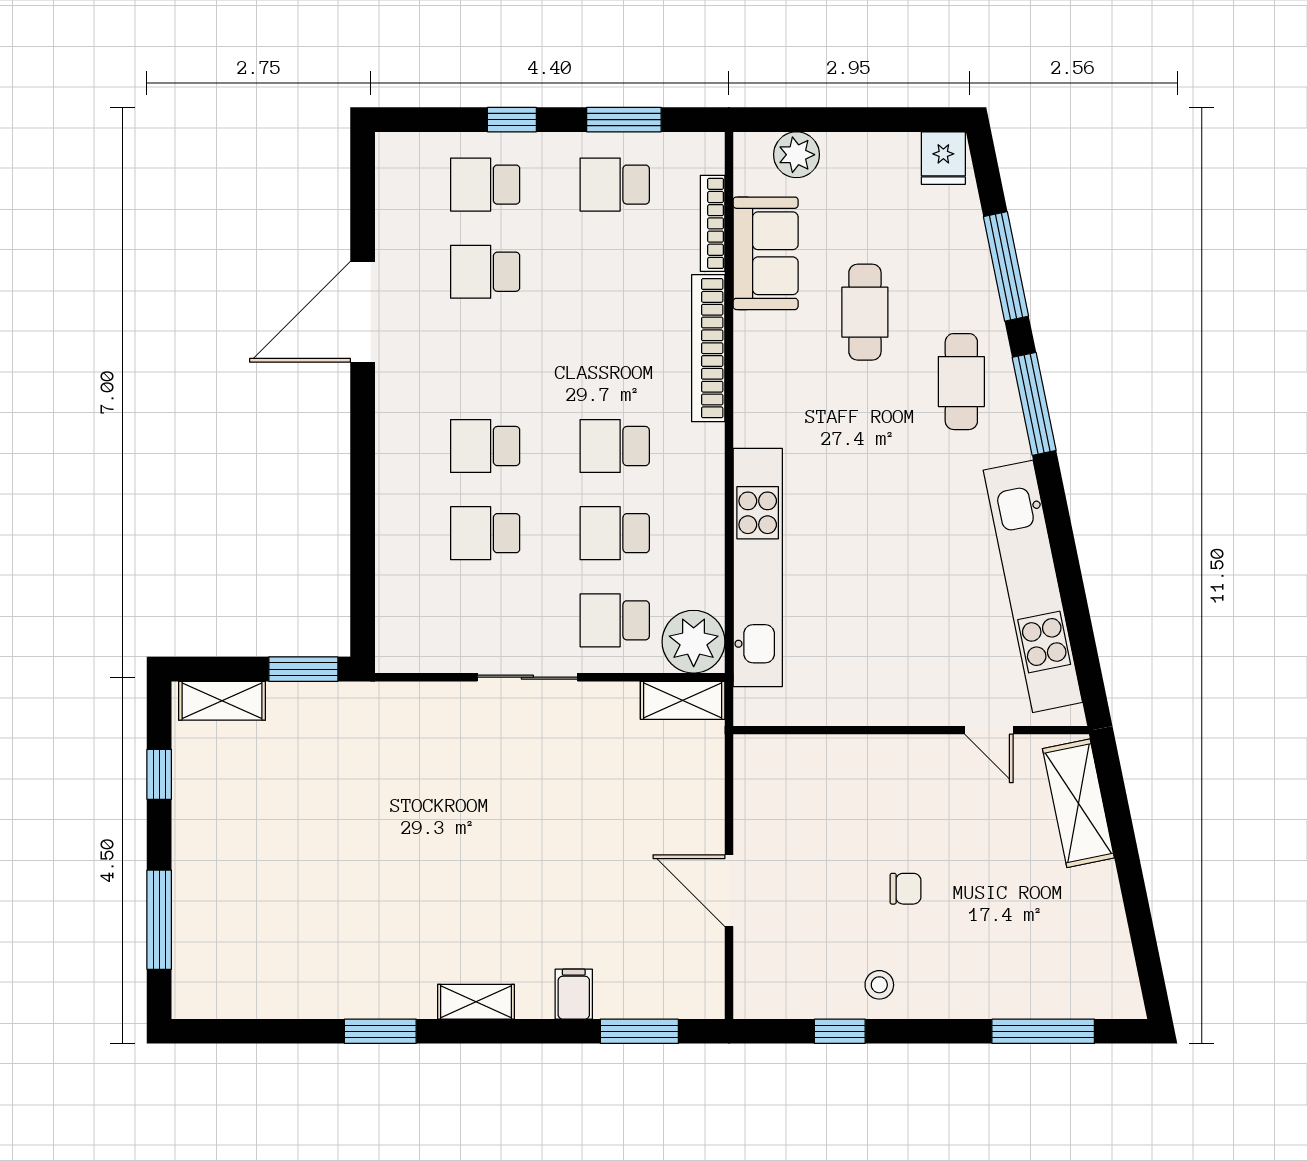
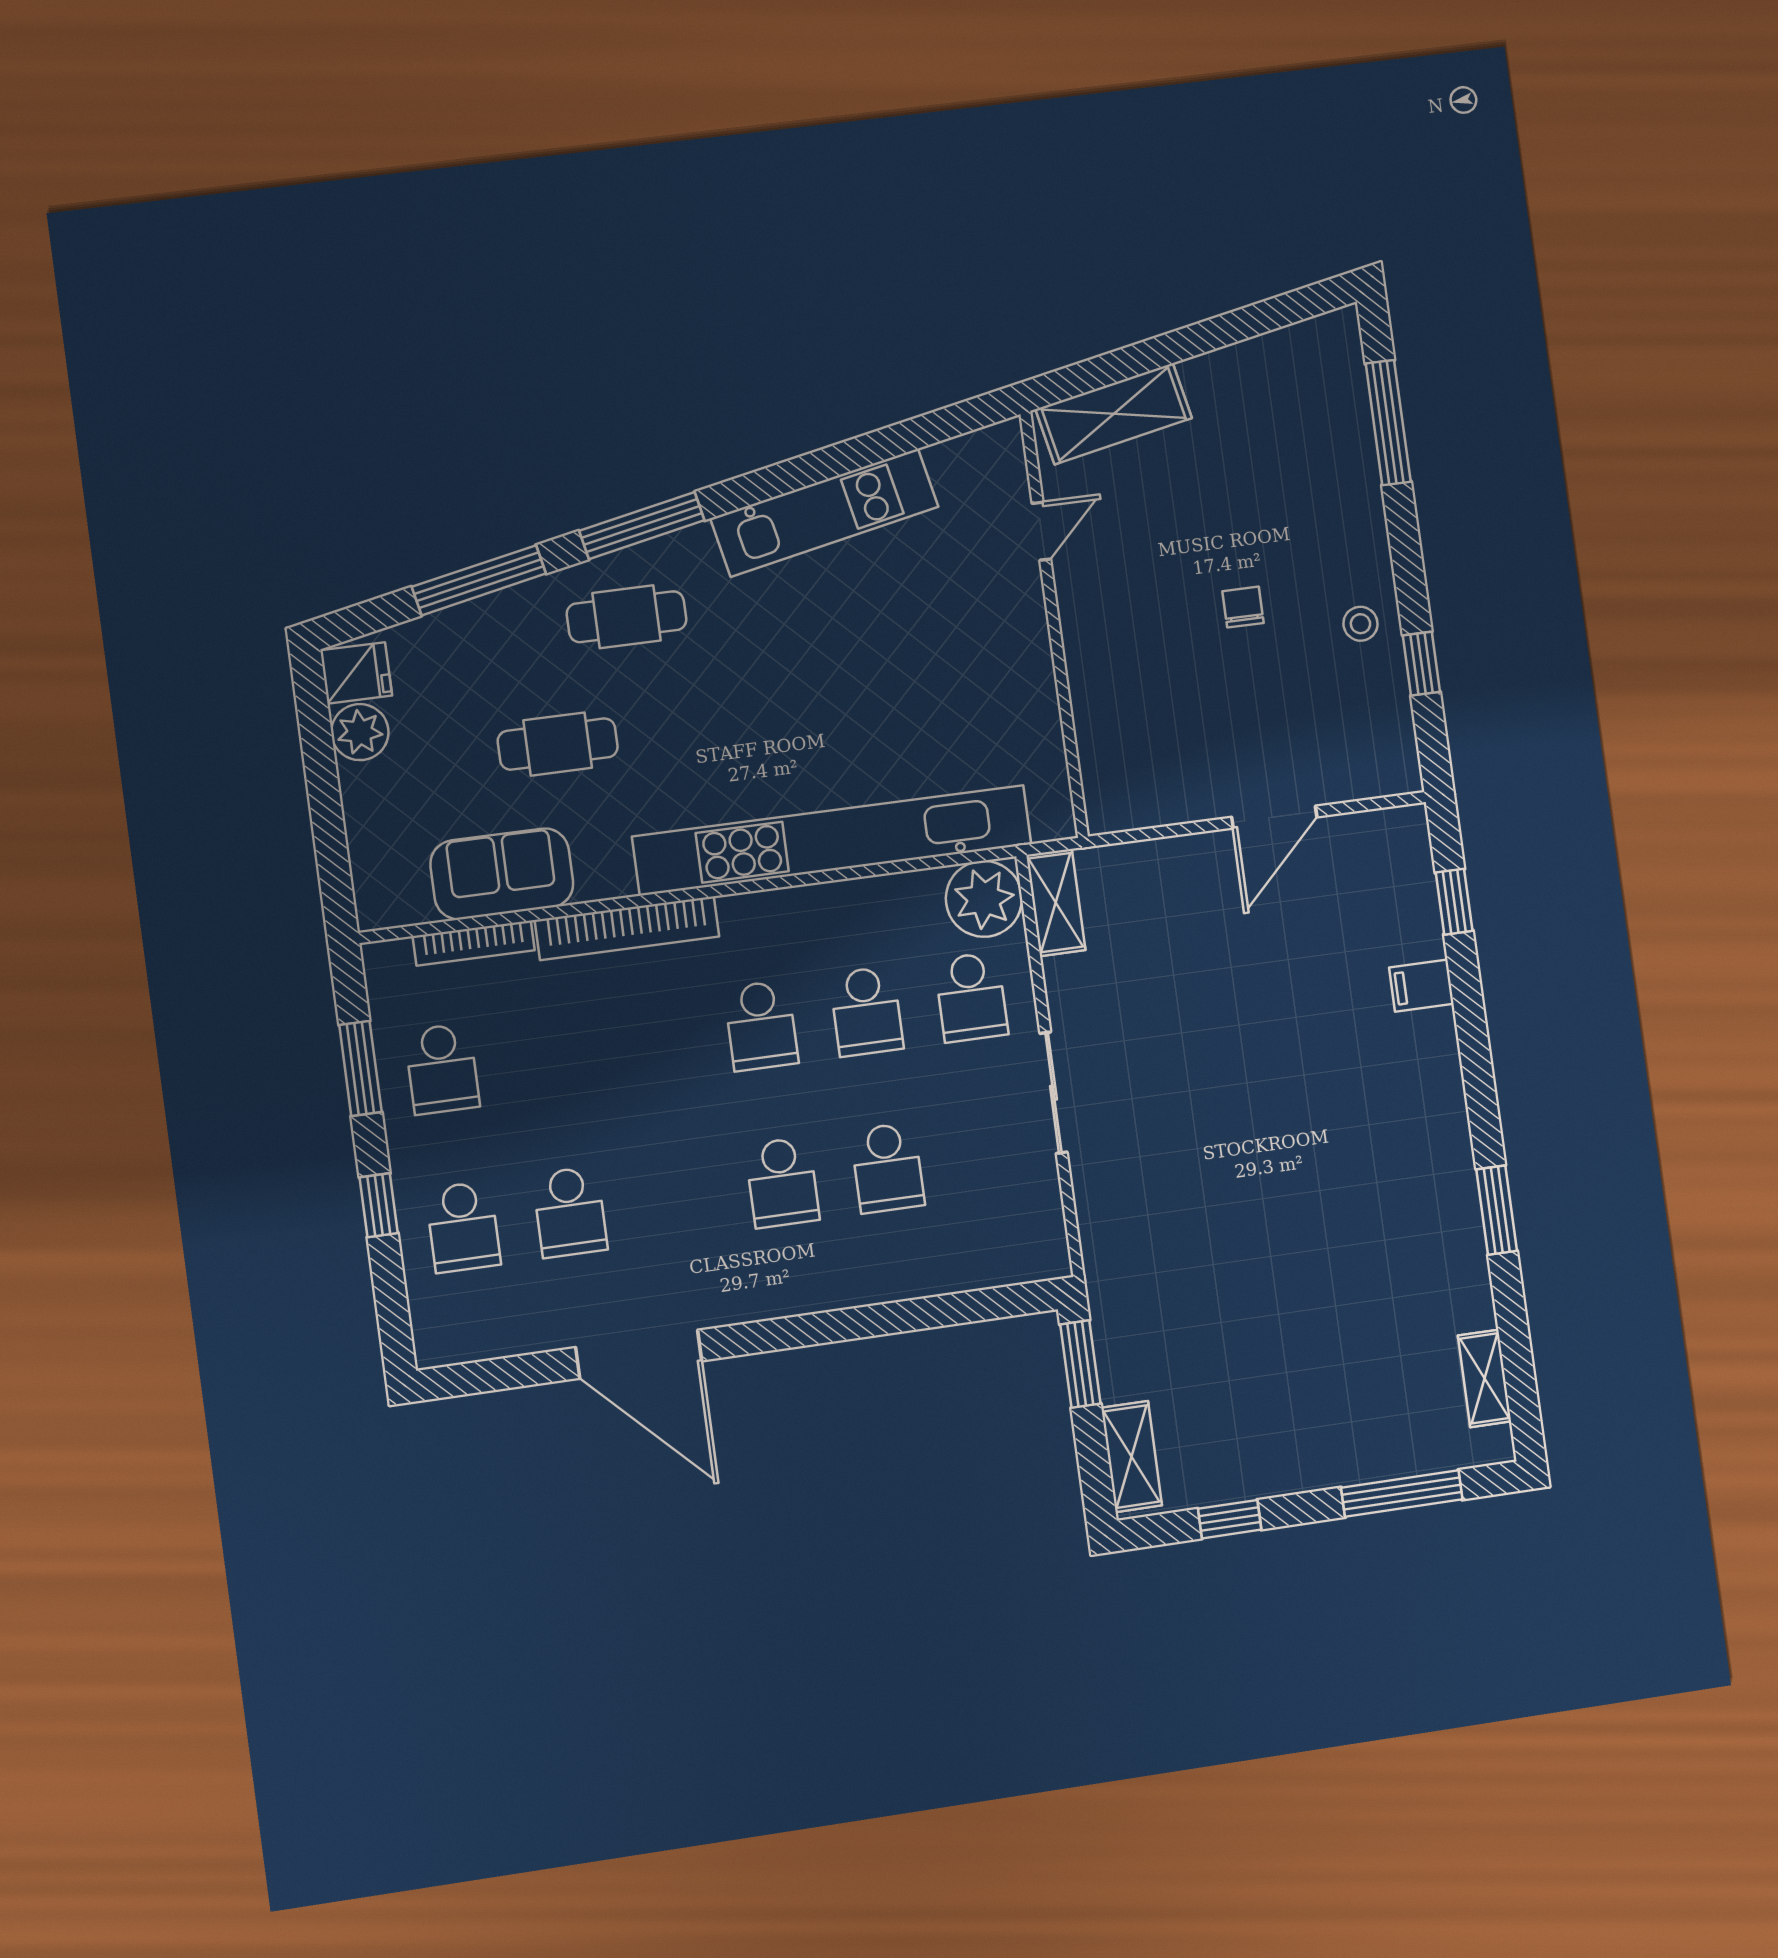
plant: (796, 155) -> (360, 732), moved
kitchen unit: (758, 568) -> (832, 840), width x1.36
kitchen unit: (1033, 586) -> (825, 513), width x0.73
shelving: (476, 1002) -> (1484, 1378), moved
window: (639, 1031) -> (1454, 902), width x0.67

